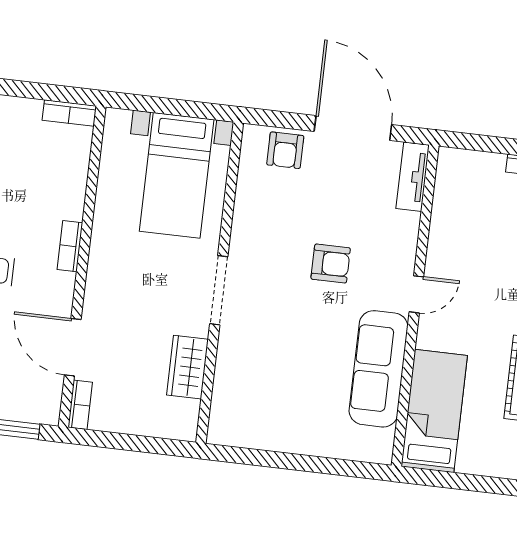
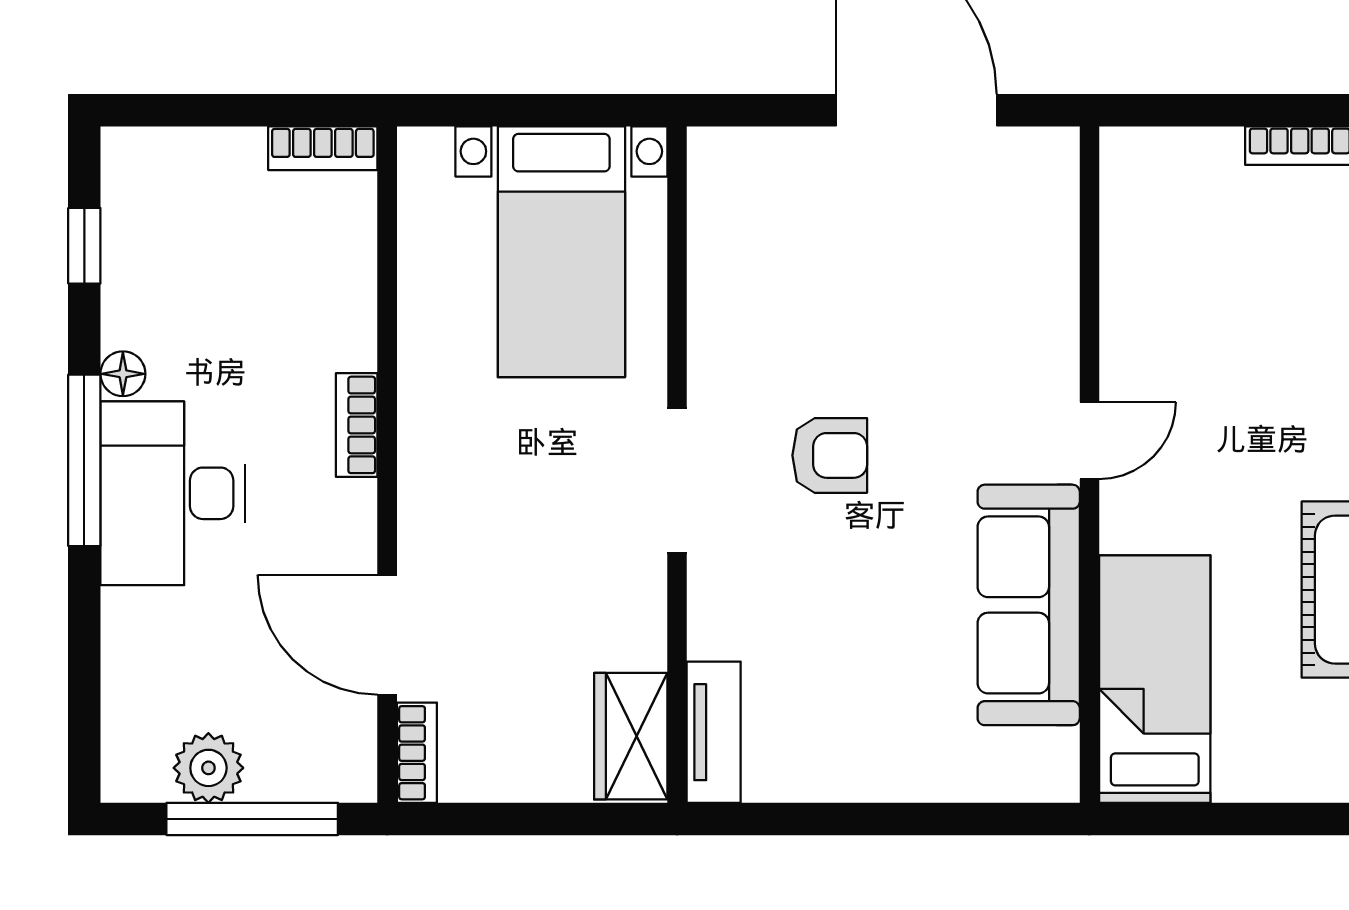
armchair: (285, 150) -> (781, 173), removed
tv unit: (413, 177) -> (714, 732), moved, turned 180
armchair: (331, 264) -> (830, 455), moved
wardrobe: (187, 367) -> (631, 736), moved

